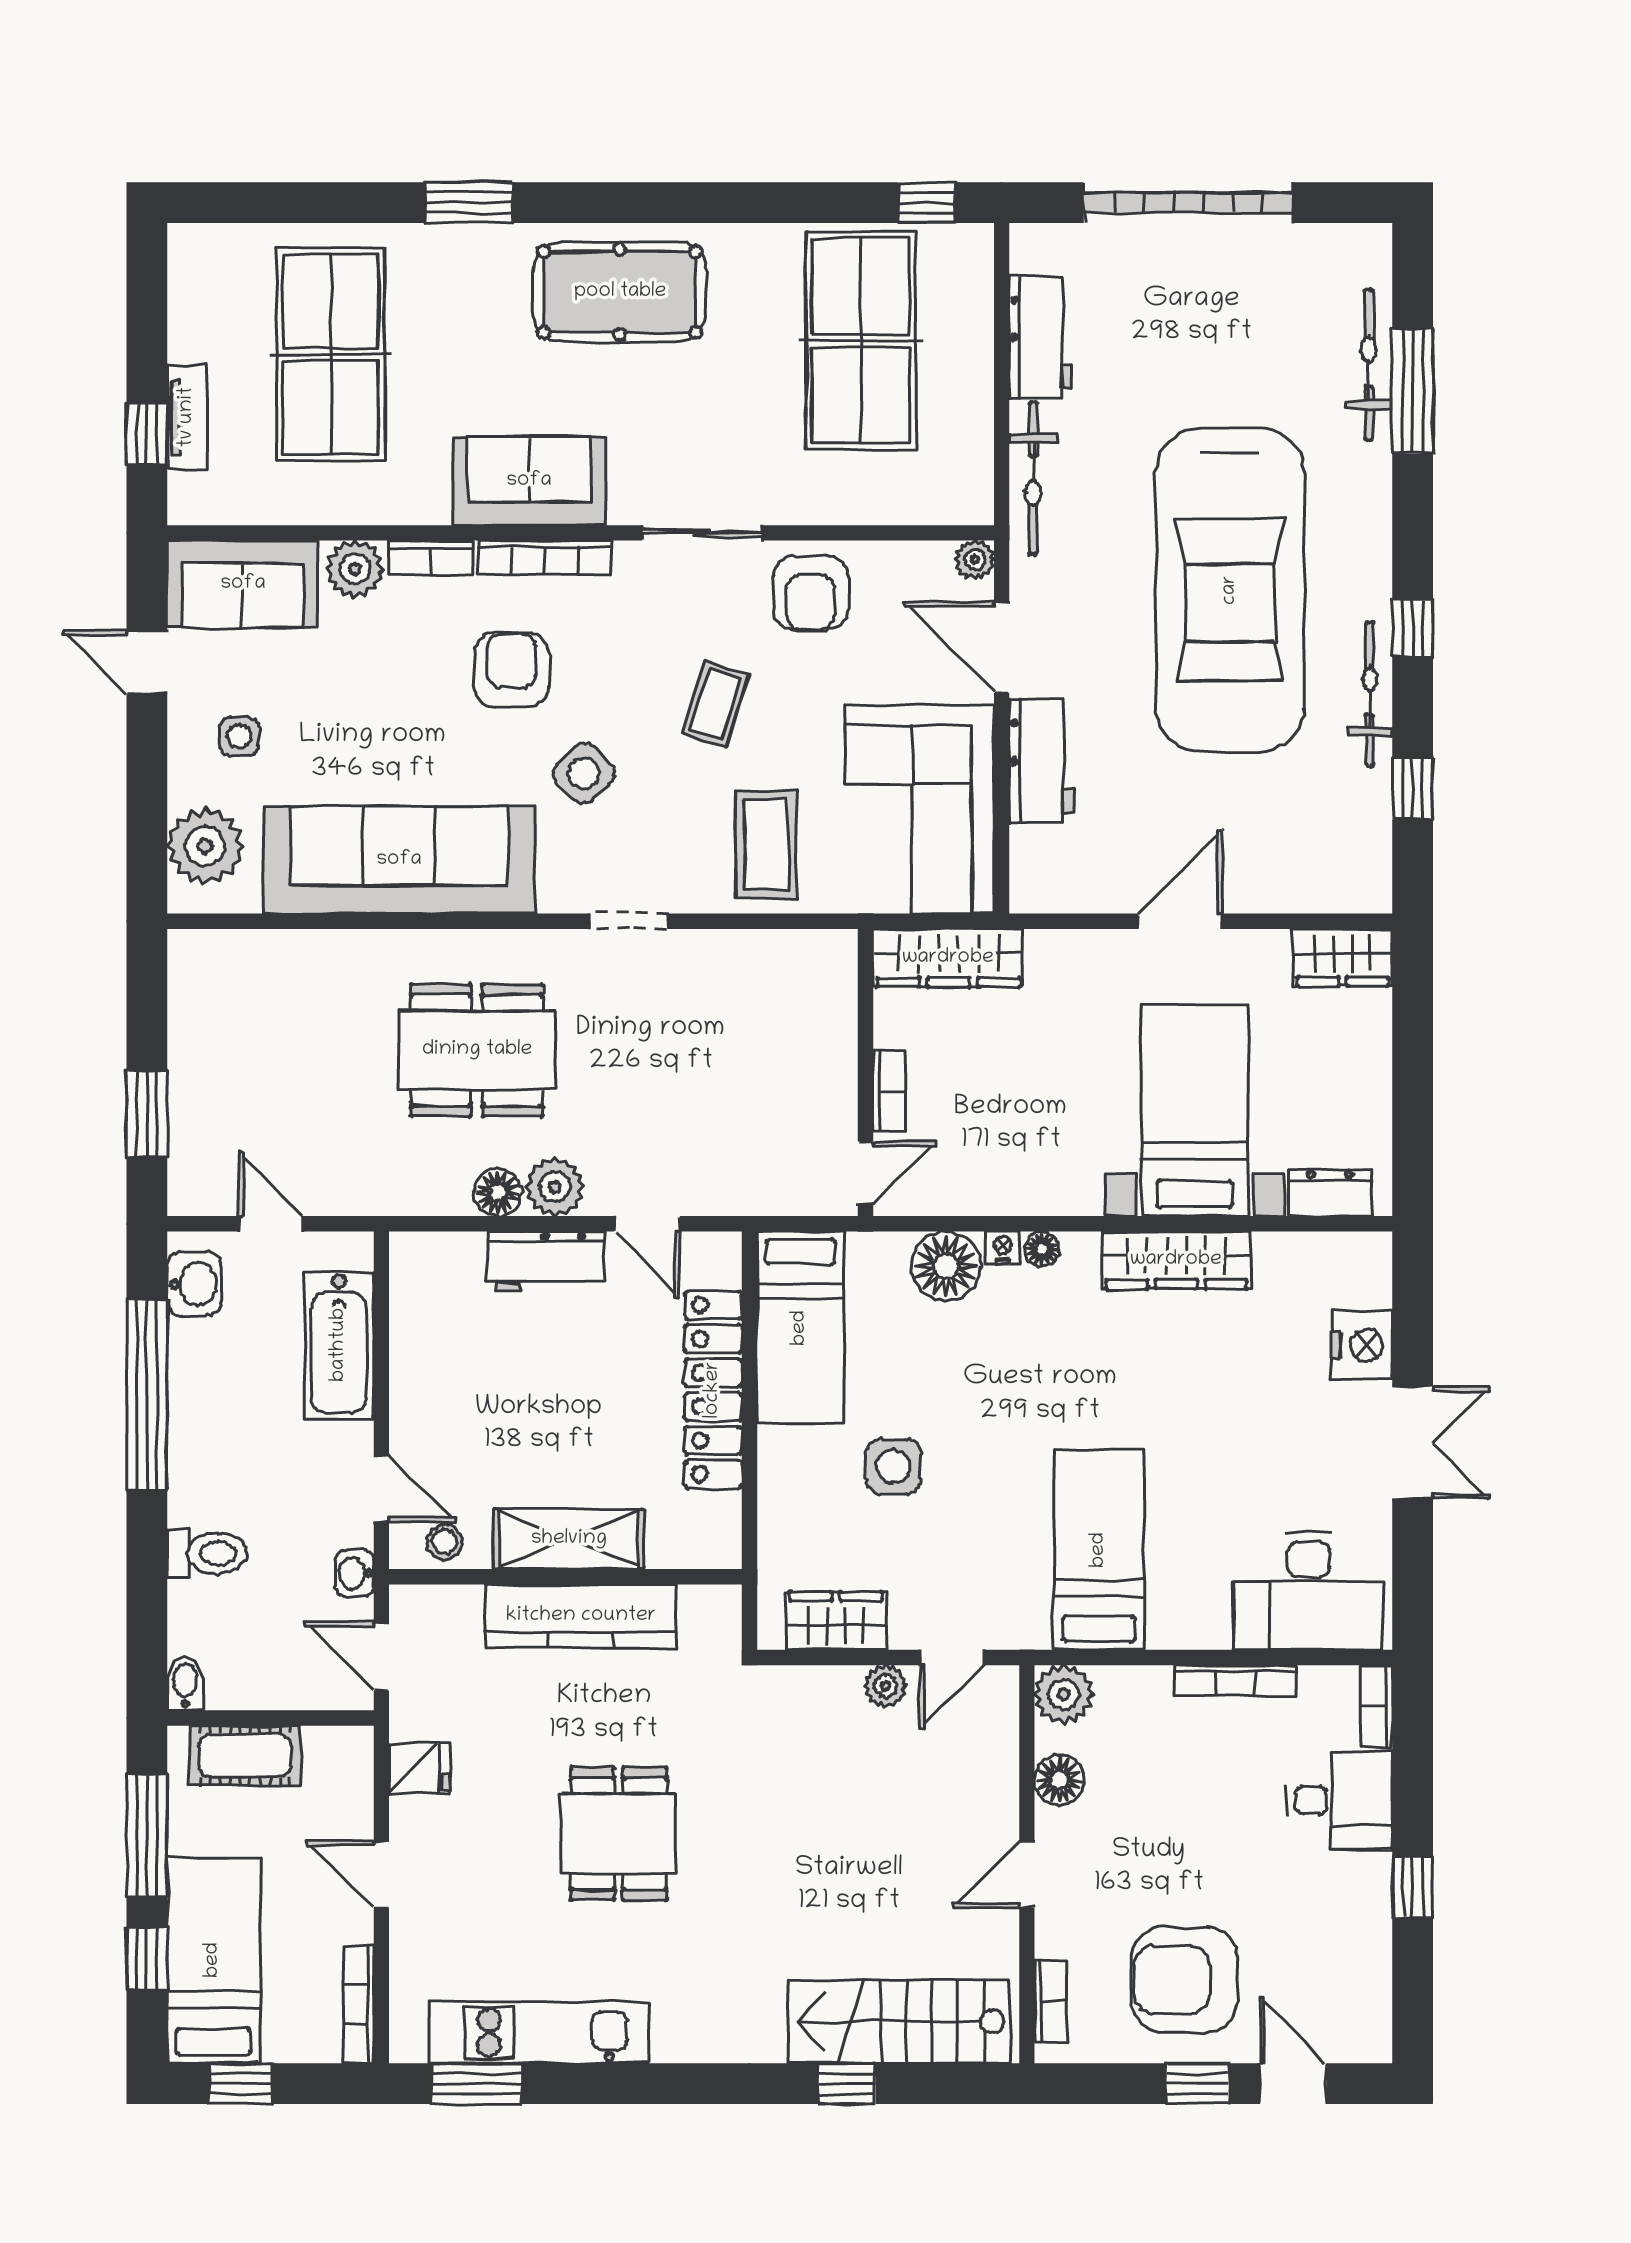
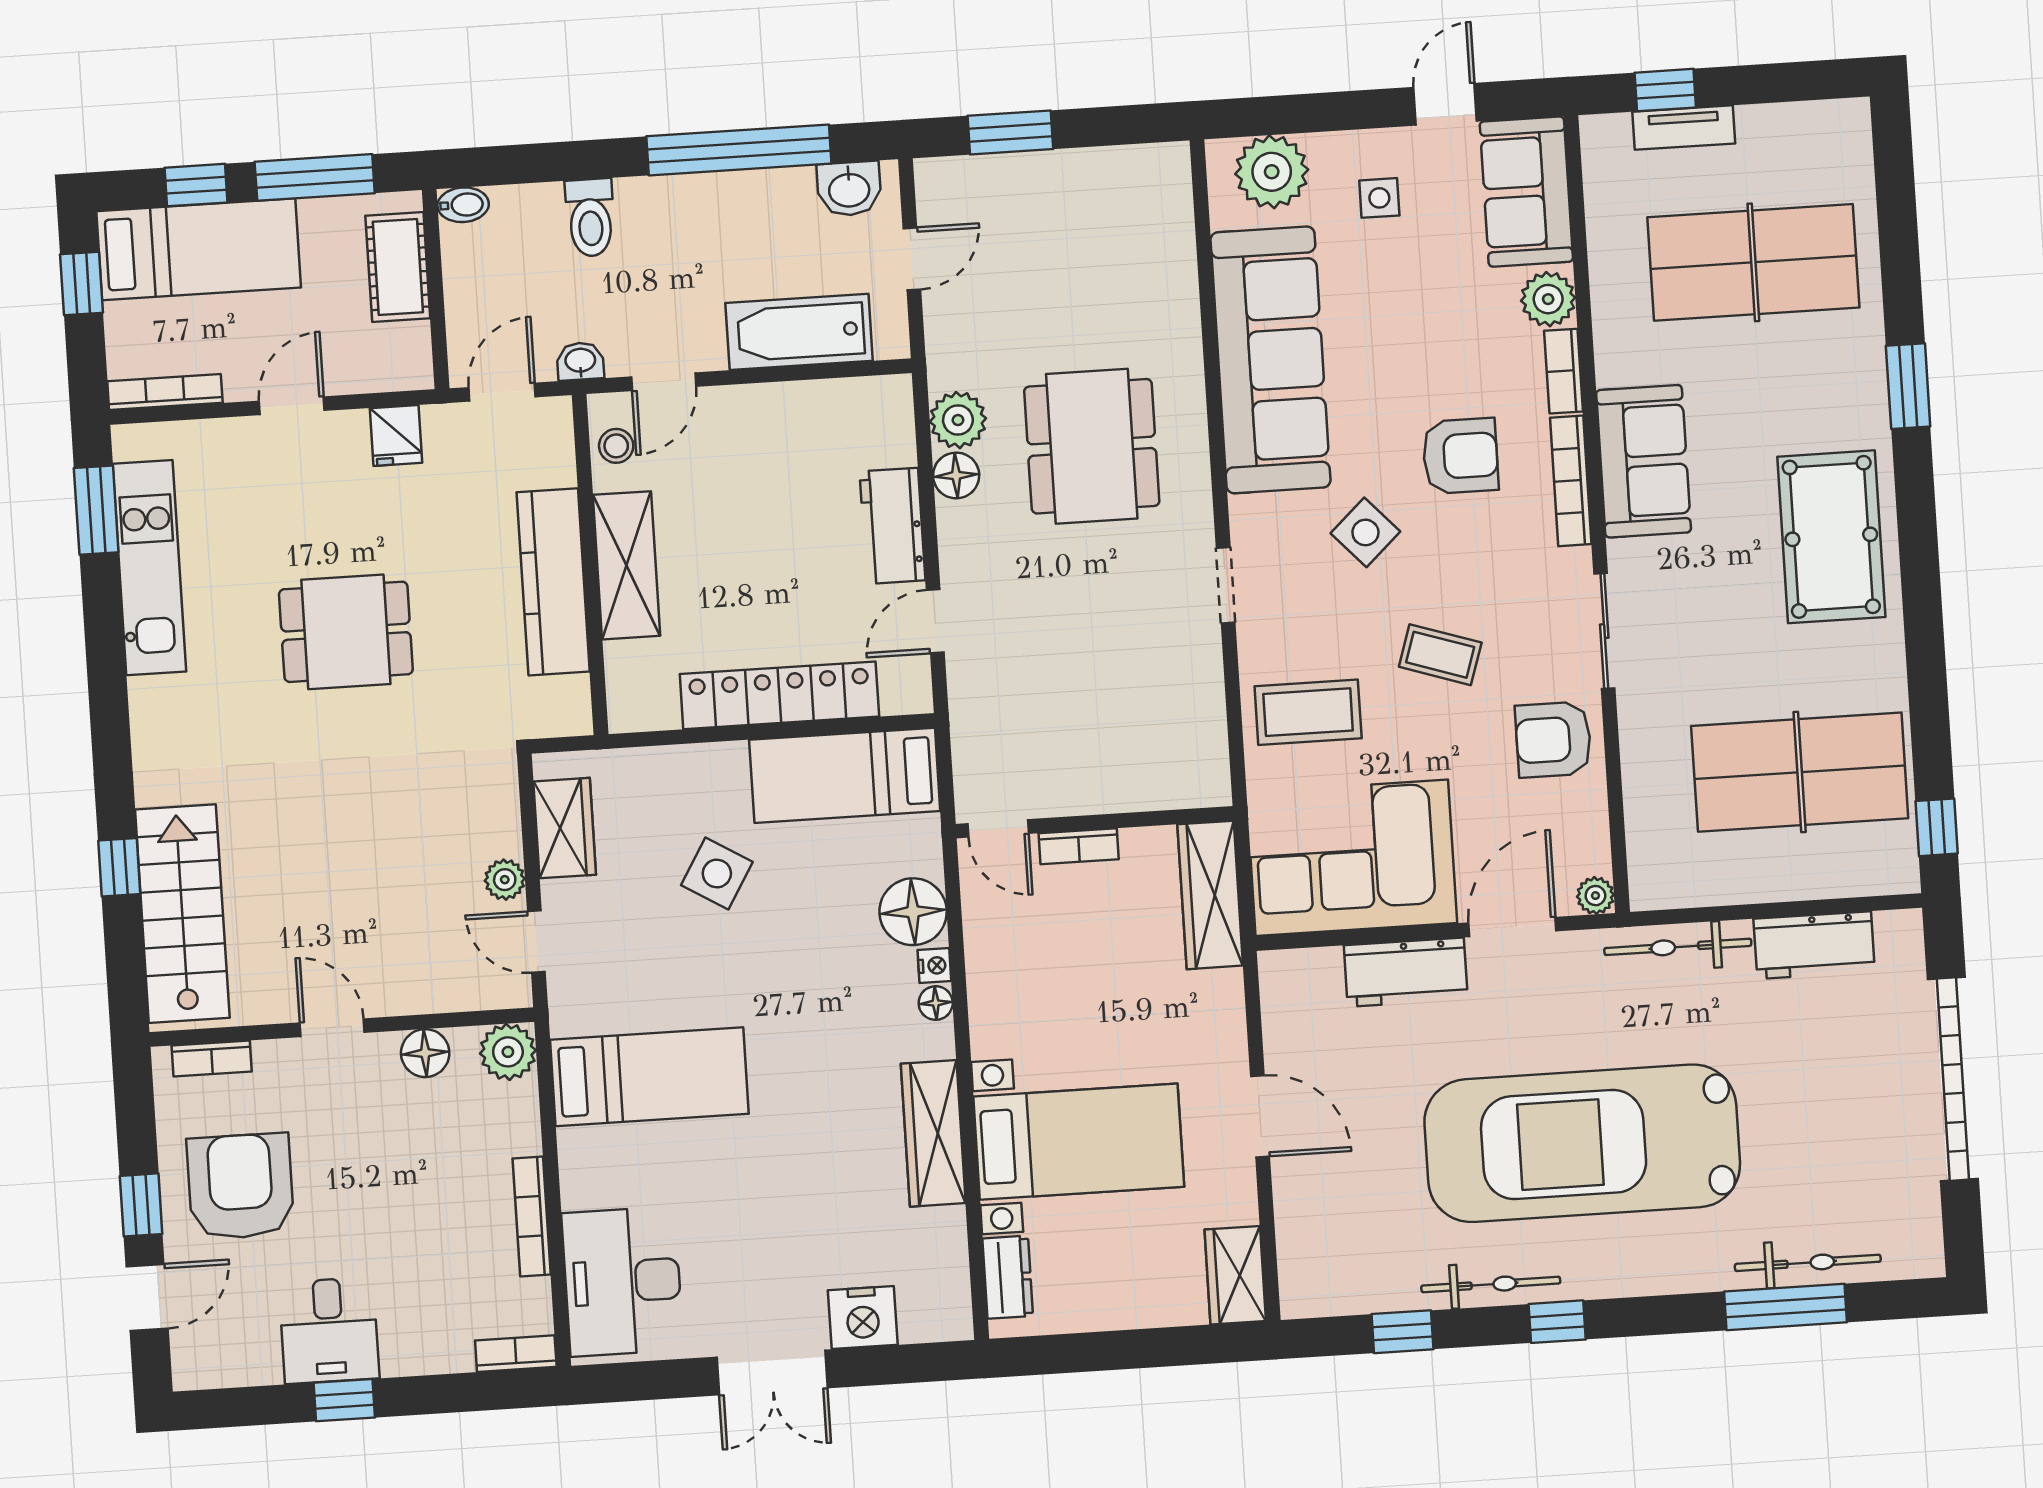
plant: (555, 1187) -> (958, 420), moved
side table: (893, 1466) -> (717, 873), turned 31
desk: (1340, 1800) -> (329, 1330), moved

